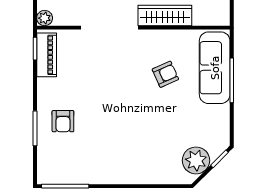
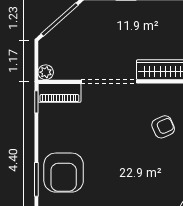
piano: (47, 55) -> (59, 93), moved, turned 90
armchair: (63, 121) -> (64, 173), width x1.88, depth x1.88

